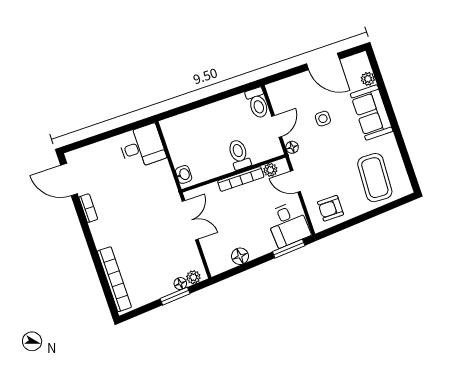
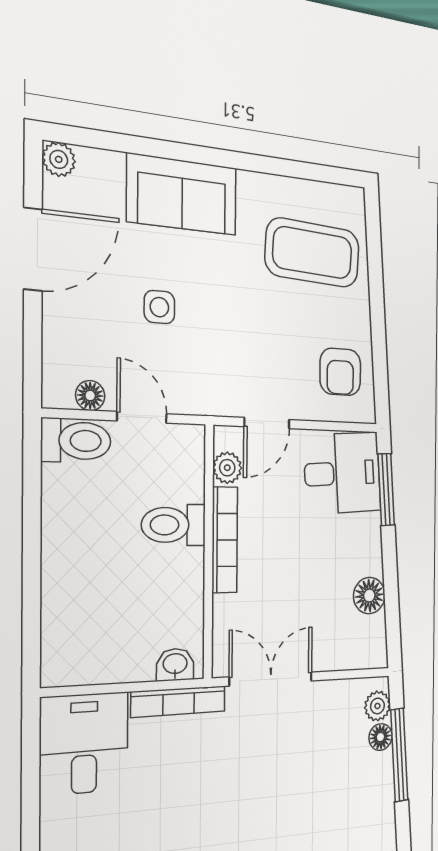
plant: (368, 79) -> (59, 159), moved
floor lamp: (292, 147) -> (90, 396), moved
bookcase: (169, 181) -> (178, 701), added
window: (175, 296) -> (399, 755), width x1.44

